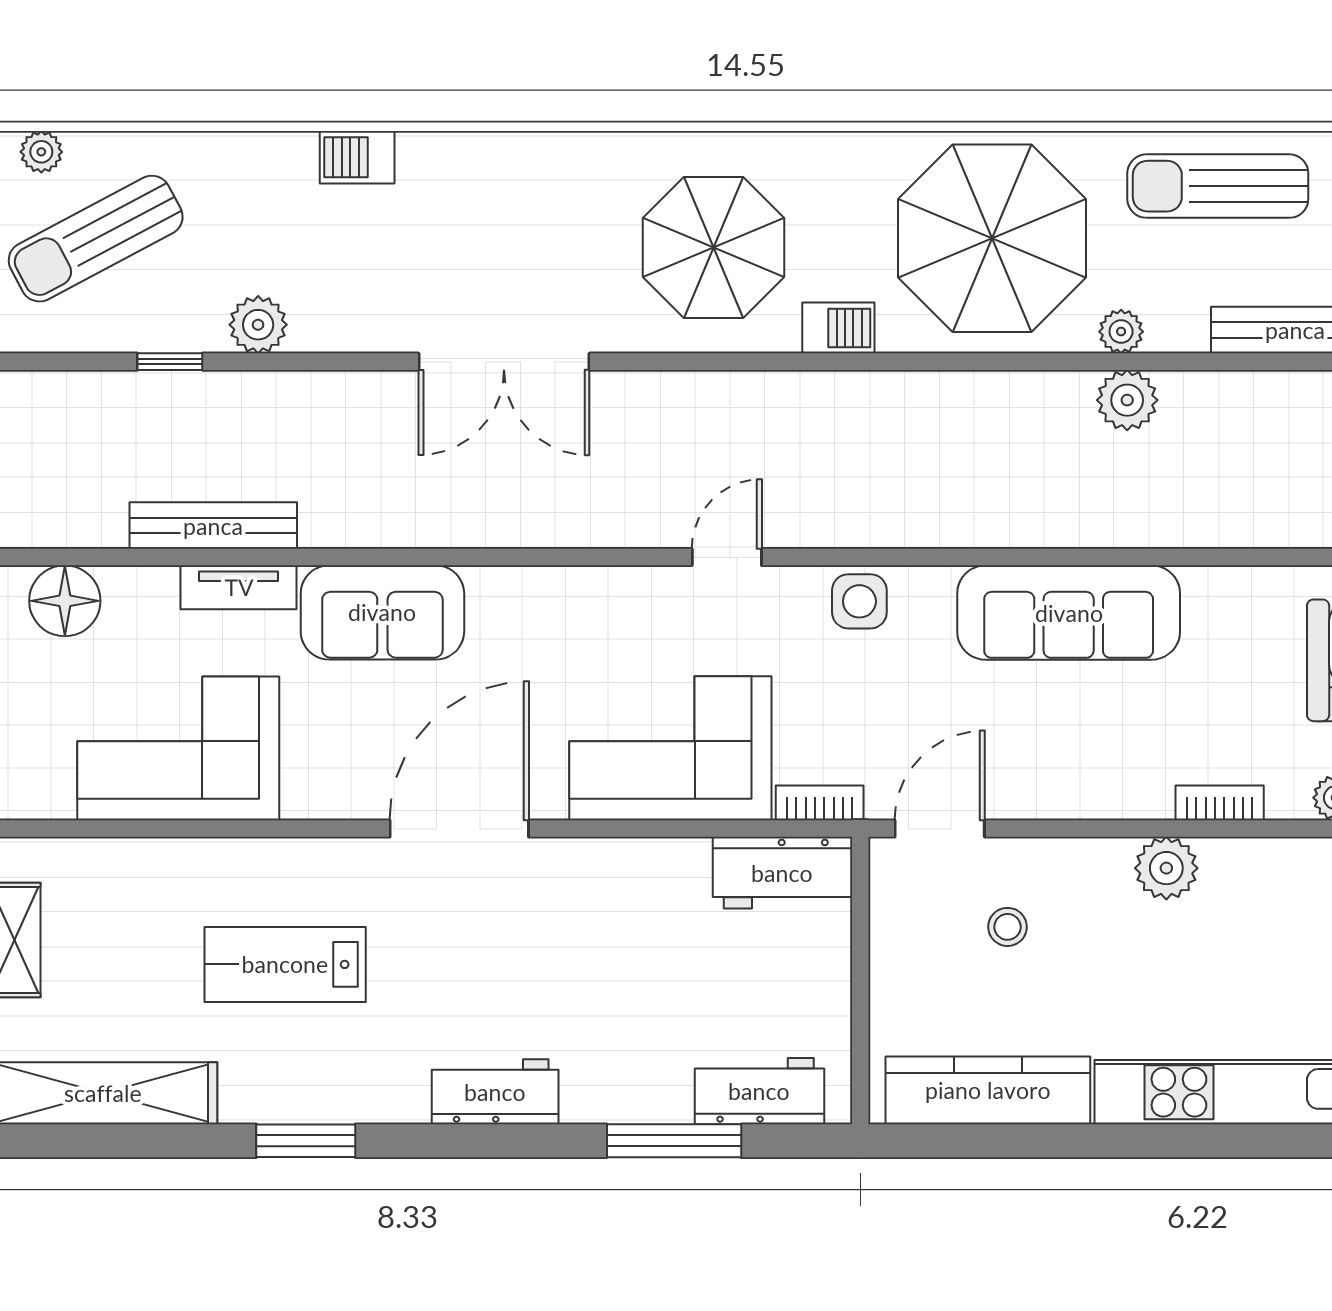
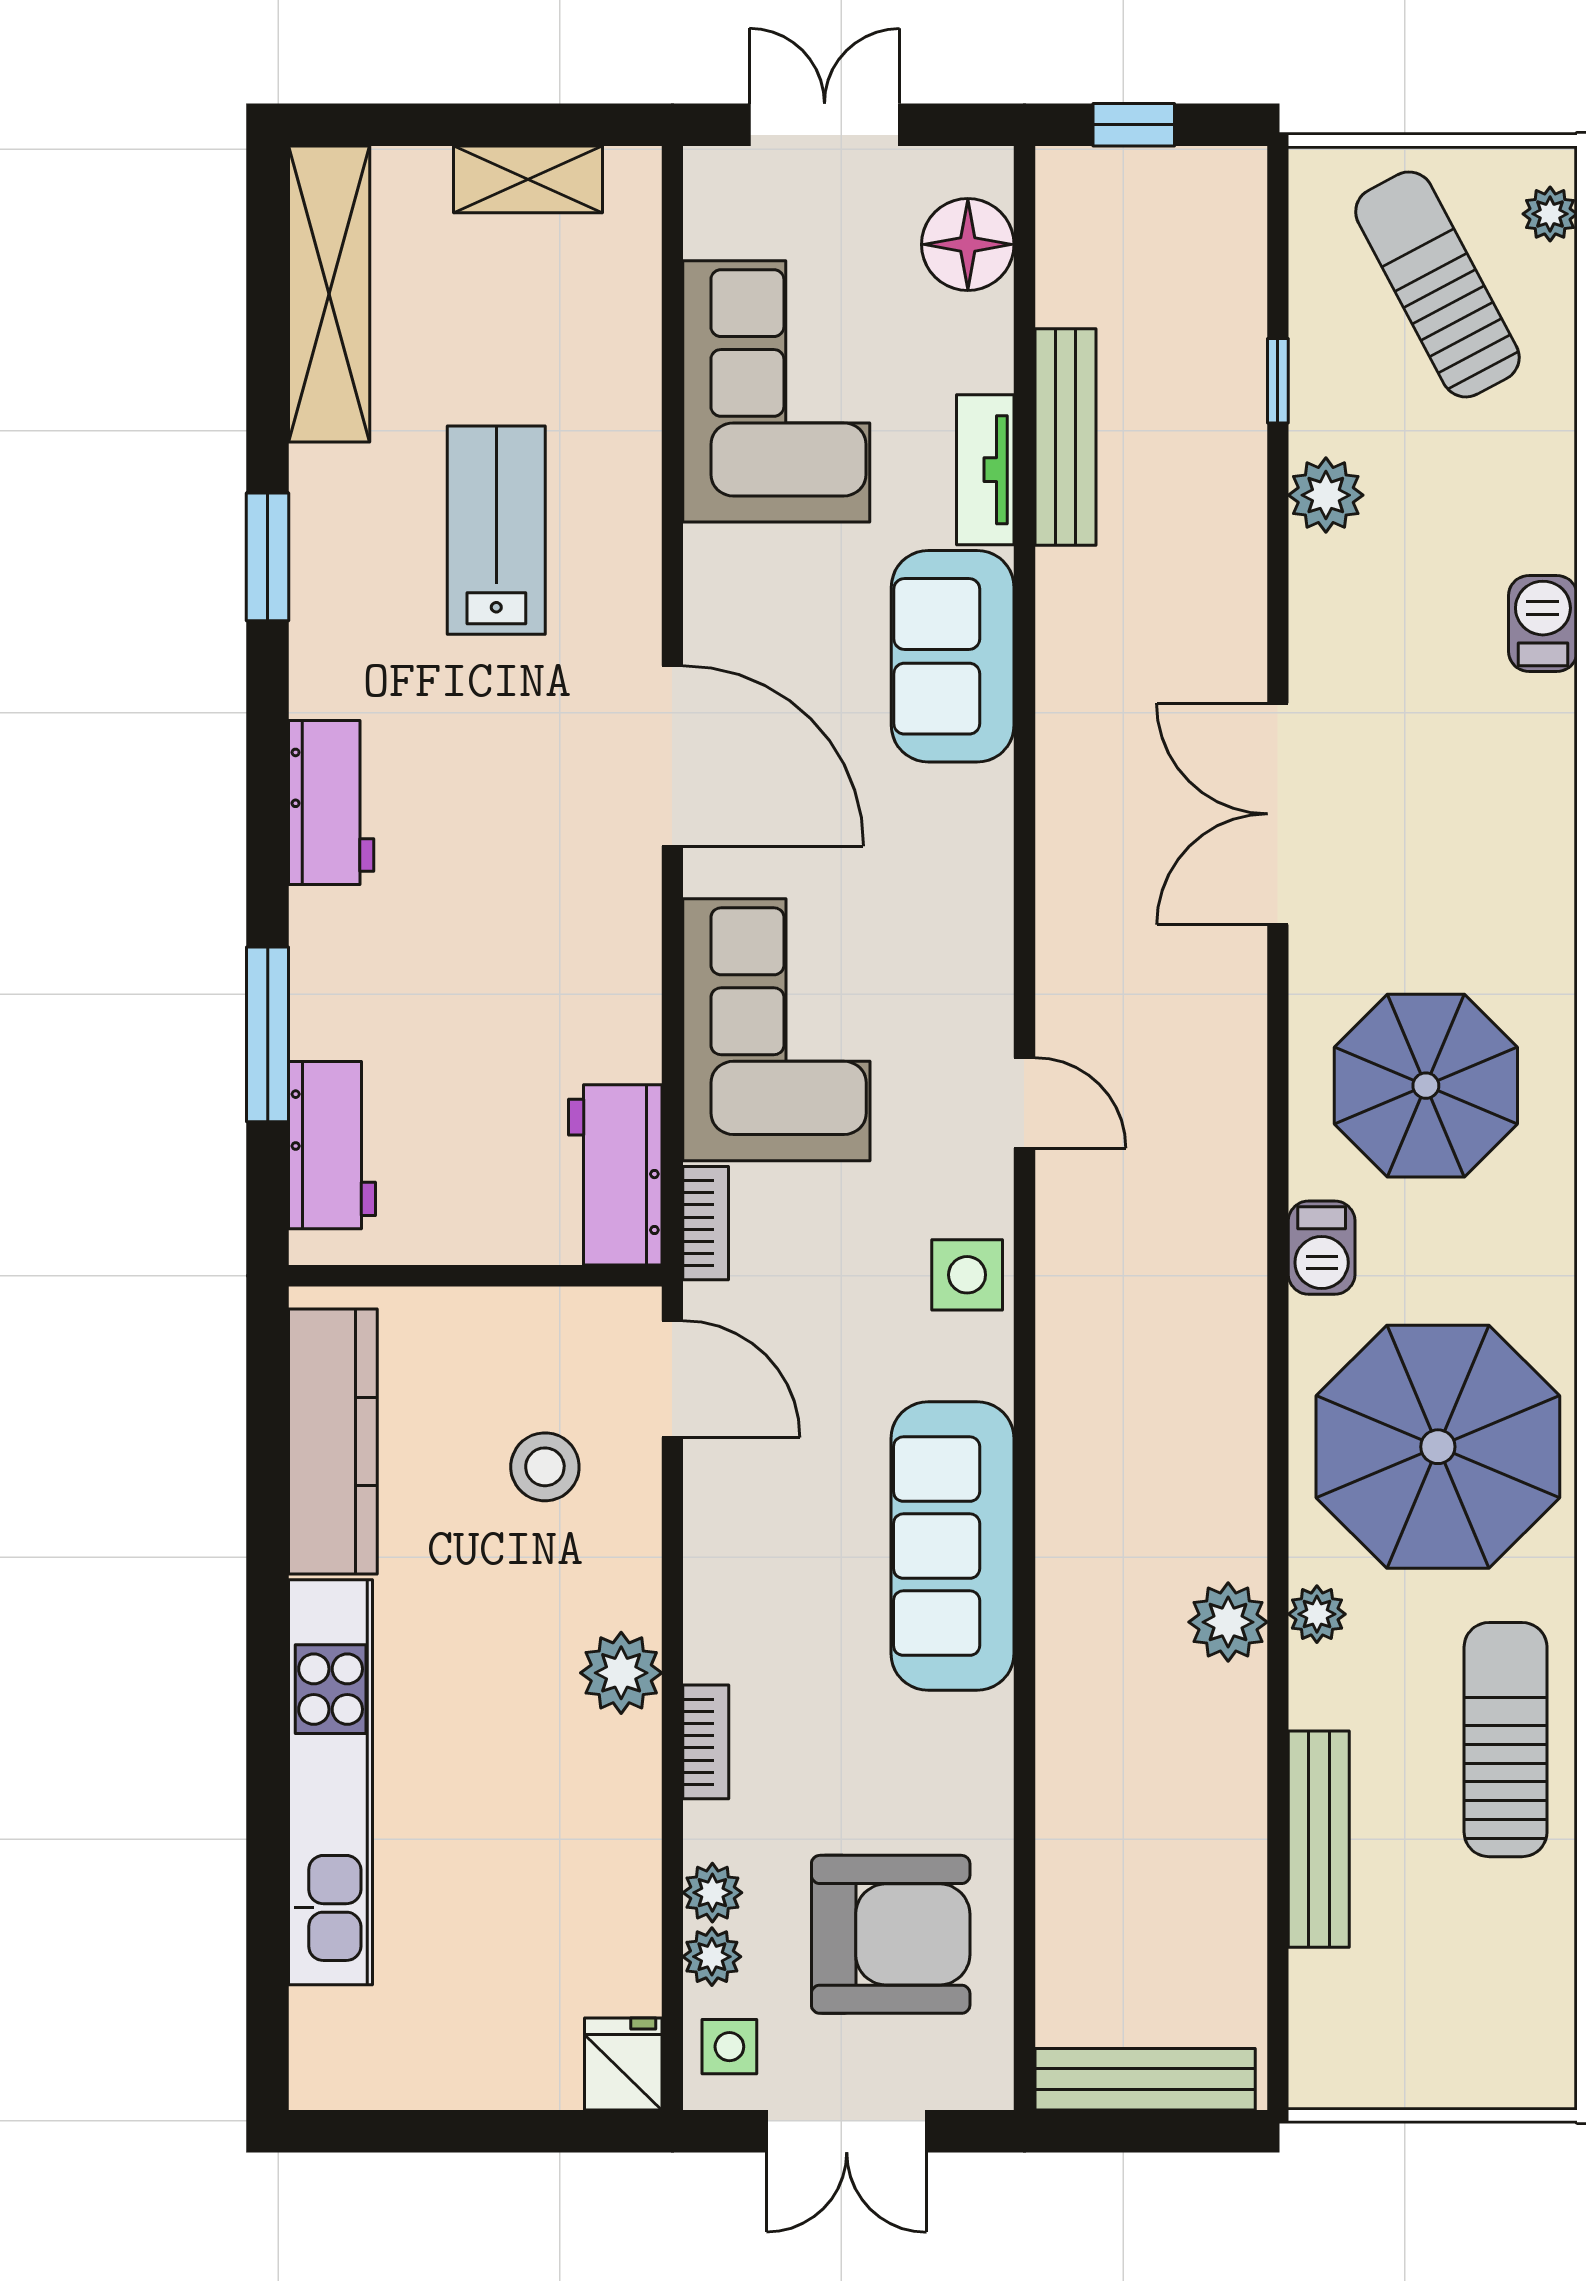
stool: (1008, 927) -> (545, 1467), width x1.37, depth x1.37

